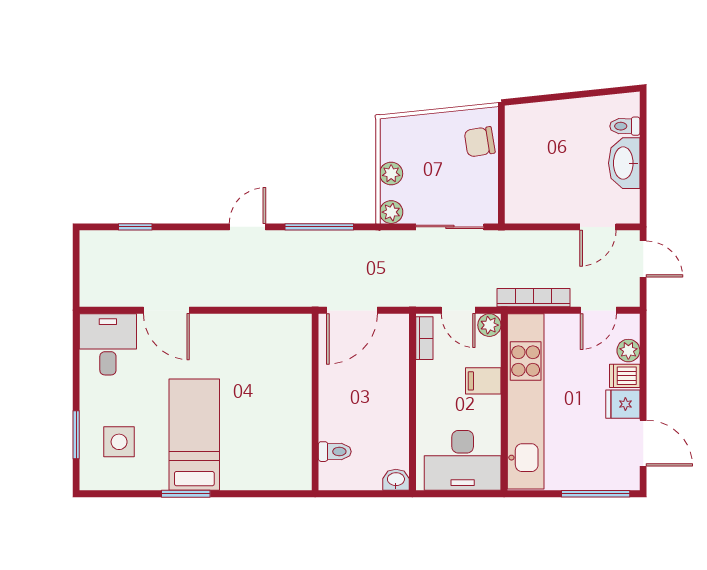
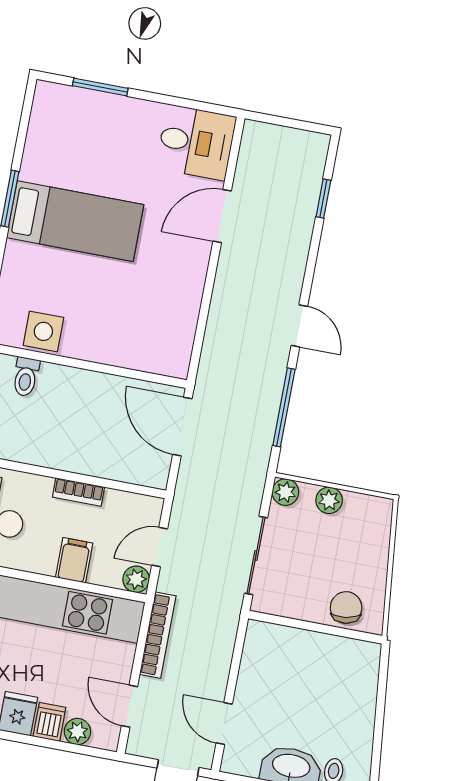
bookcase: (424, 338) -> (78, 492), moved
side table: (119, 442) -> (43, 331), moved

